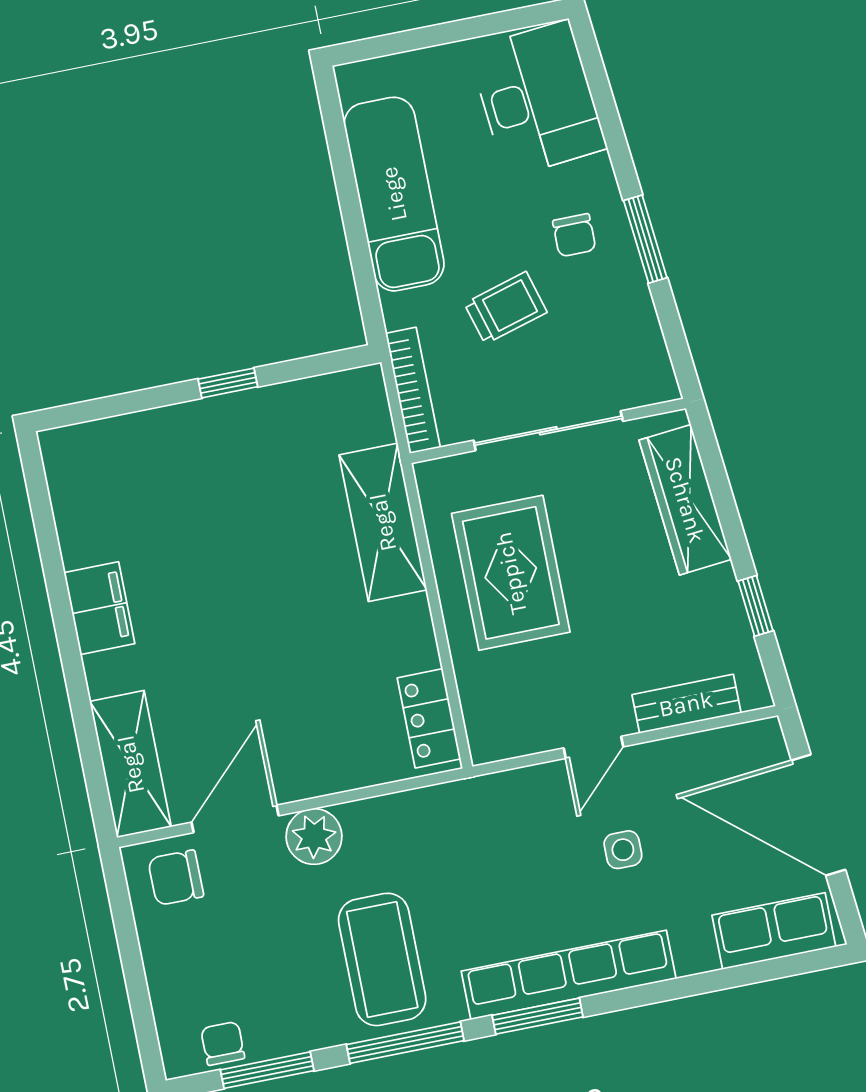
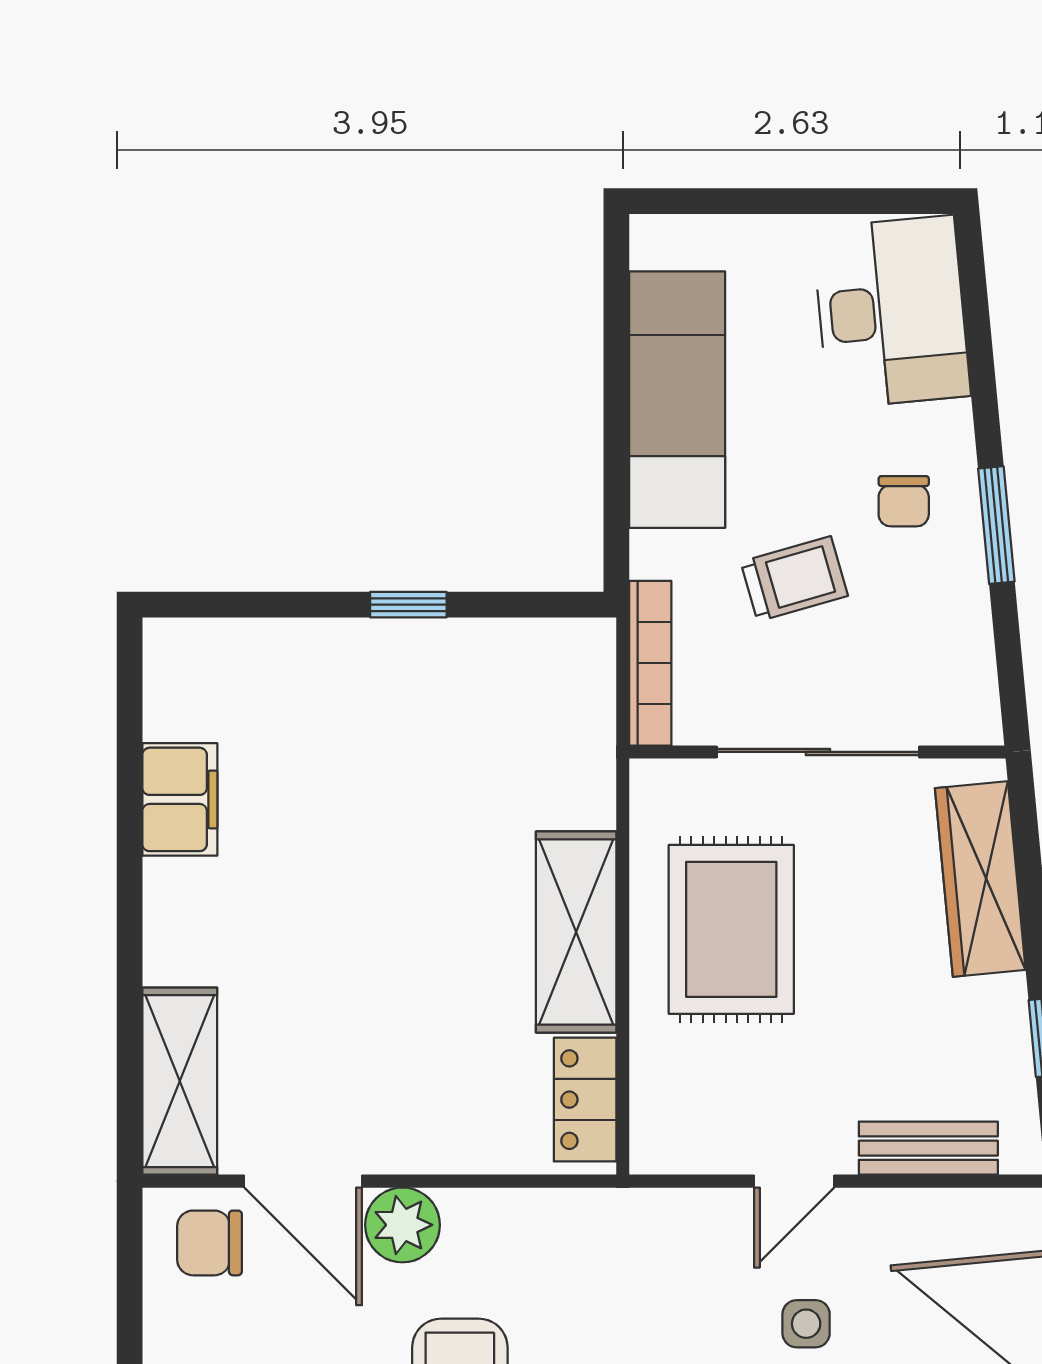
shelving: (383, 522) -> (576, 932), moved
filing cabinet: (99, 608) -> (180, 799), moved
door: (235, 819) -> (303, 1181), swing flipped

